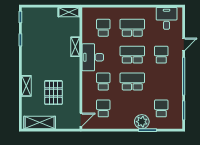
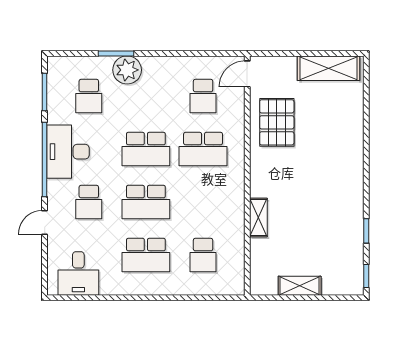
shelving: (69, 12) -> (300, 286), moved
desk: (93, 57) -> (68, 152), moved, turned 180
school desk: (103, 82) -> (203, 149), width x1.85
shelving: (26, 86) -> (355, 140), removed
pallet: (53, 93) -> (277, 122), moved

